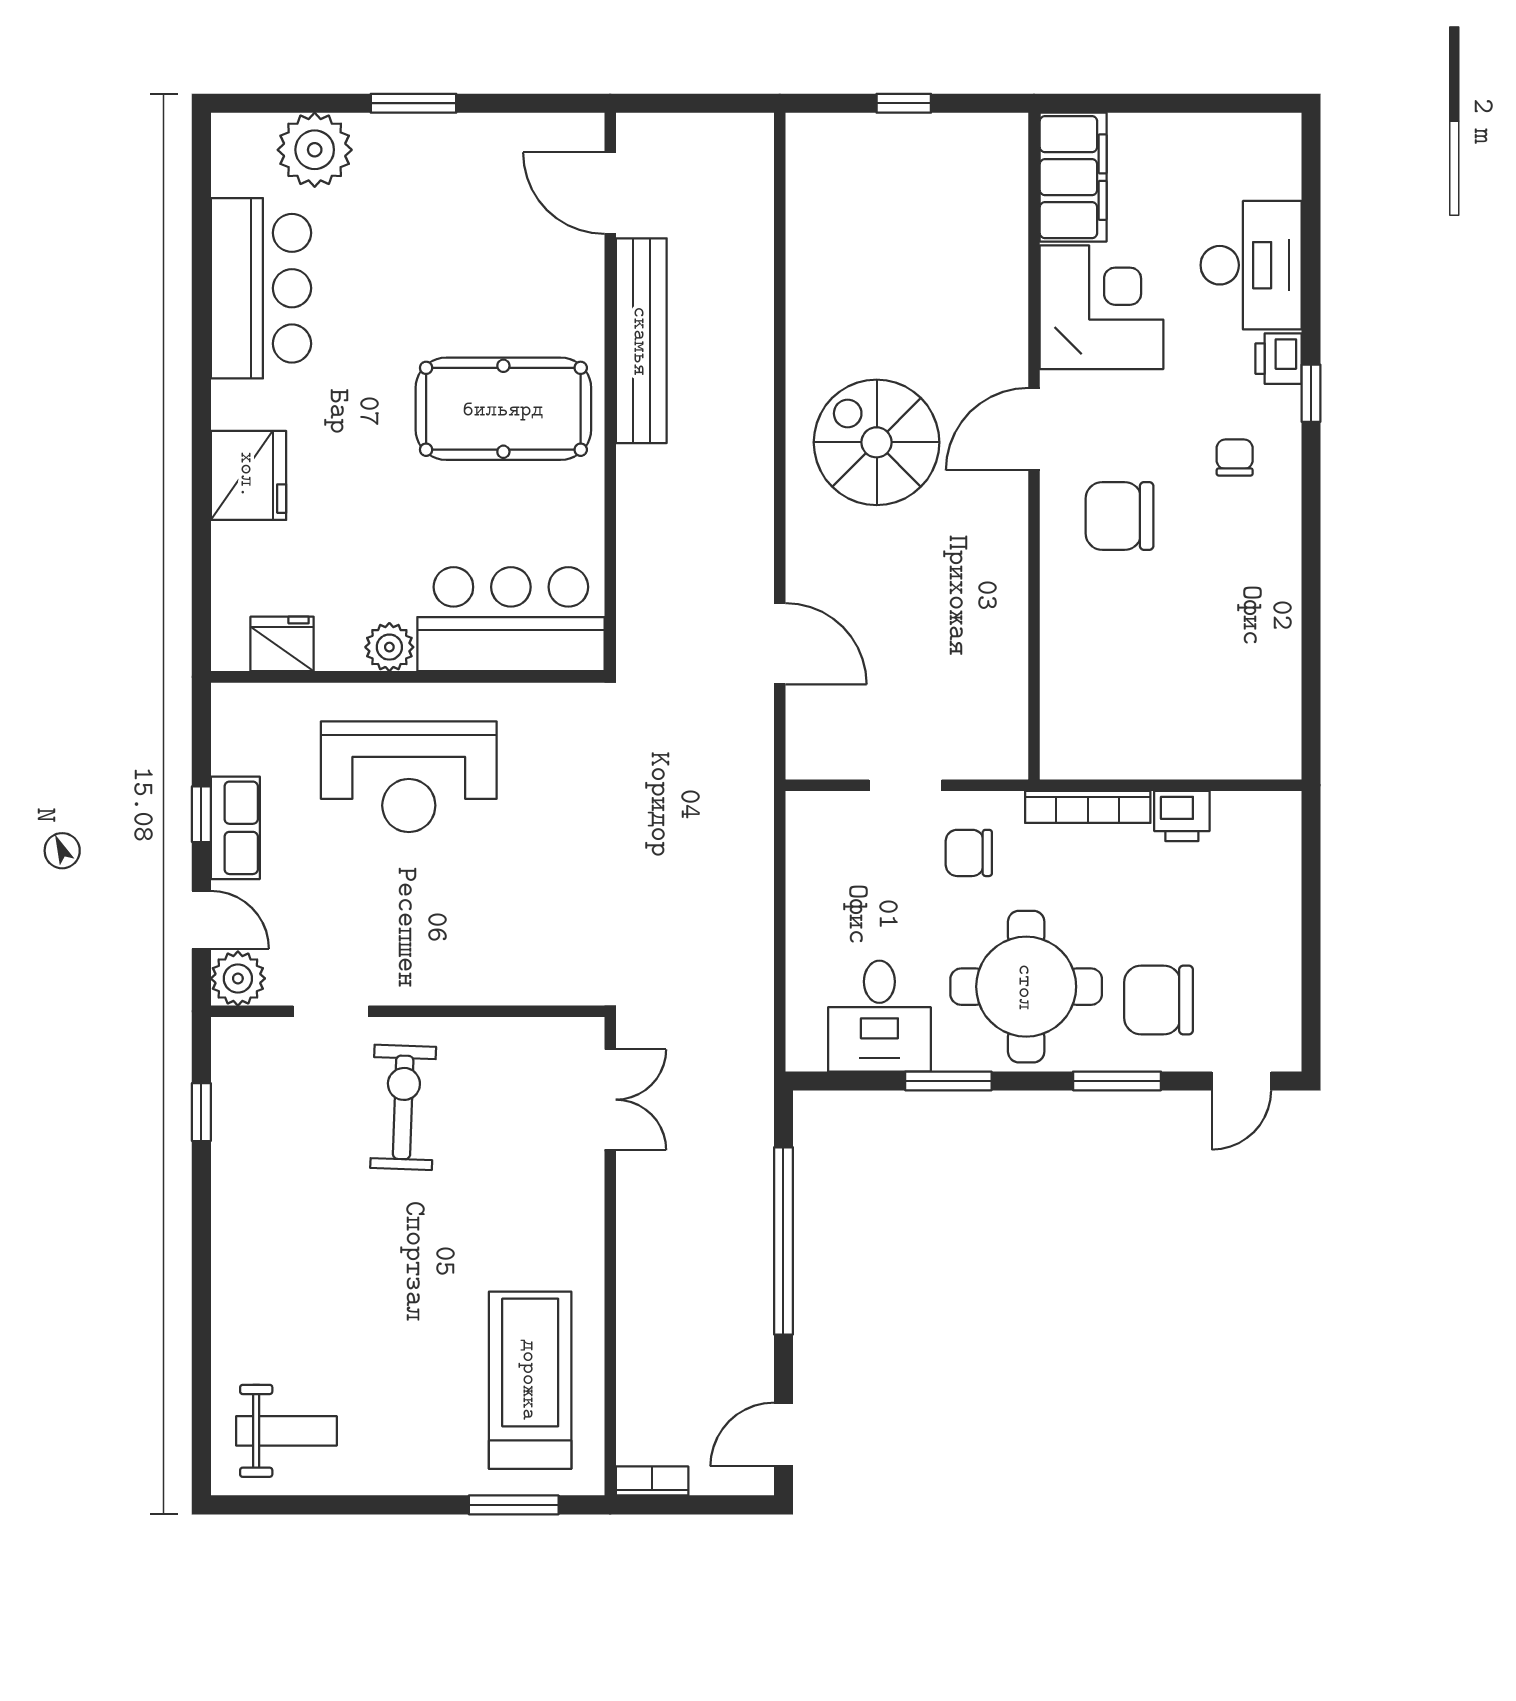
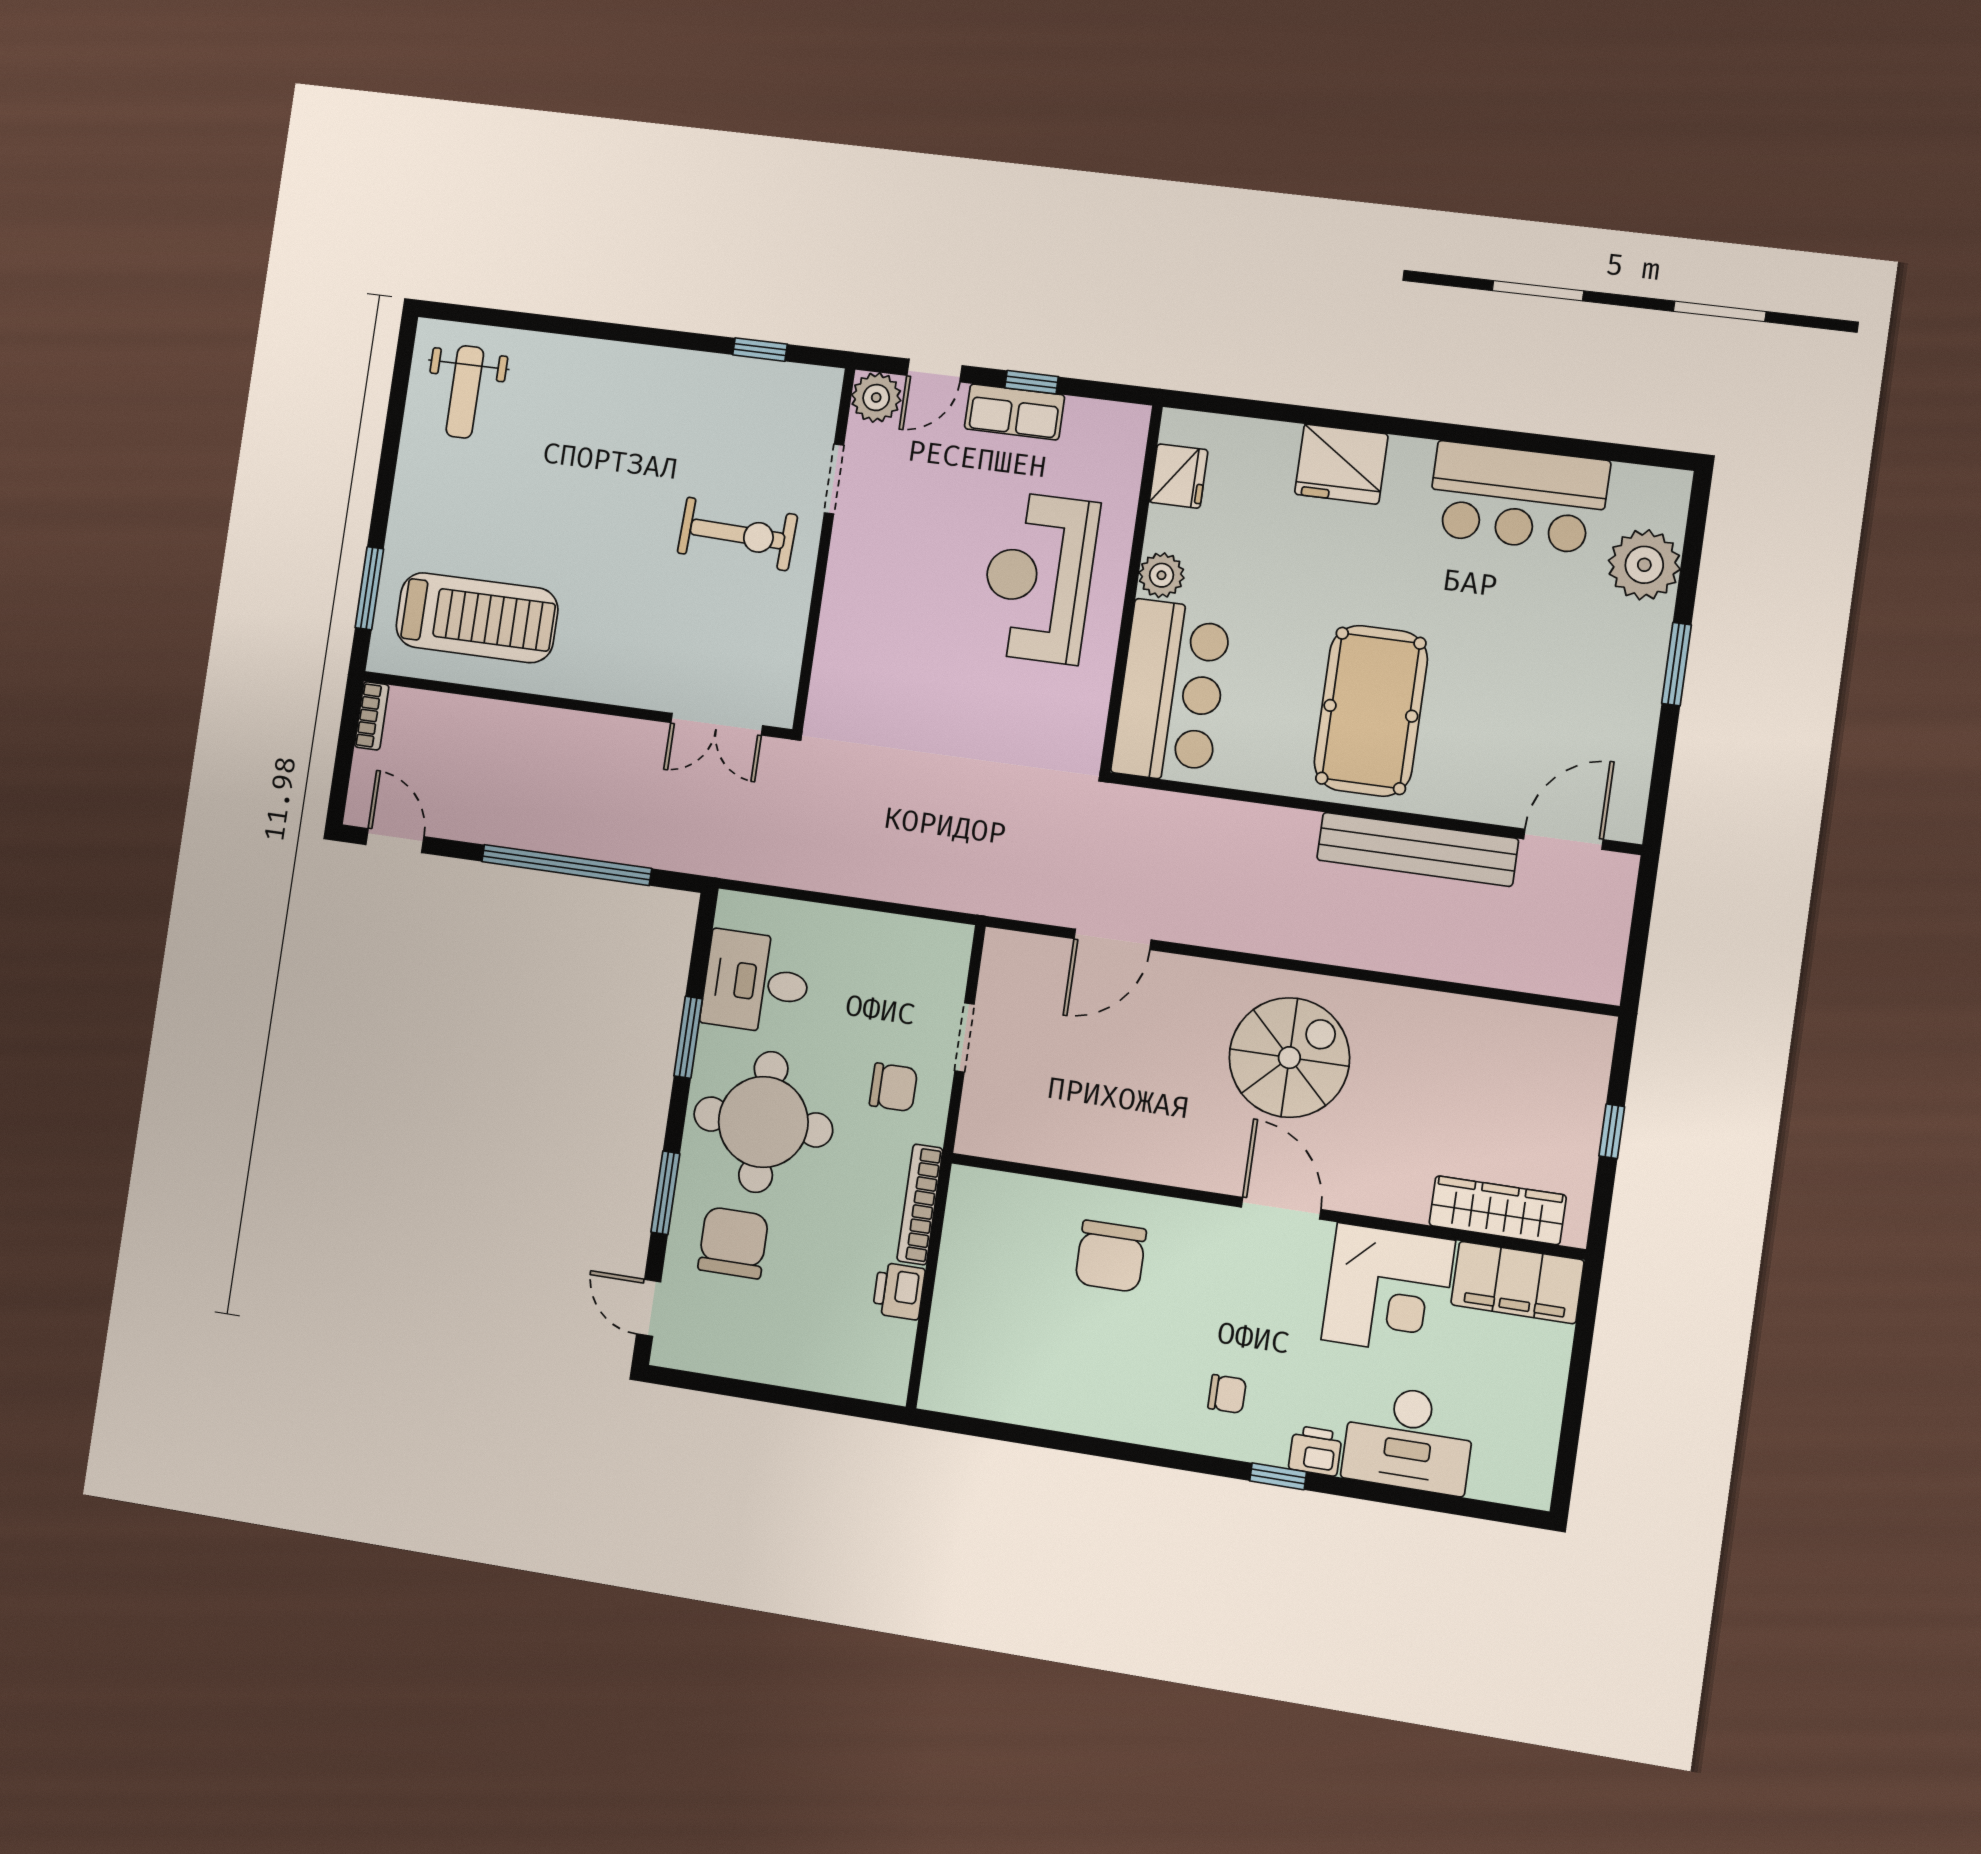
wardrobe: (1002, 207) -> (1498, 1210), added
chair: (1120, 516) -> (1111, 1256), moved, turned 180
chair: (969, 853) -> (893, 1087), turned 90

